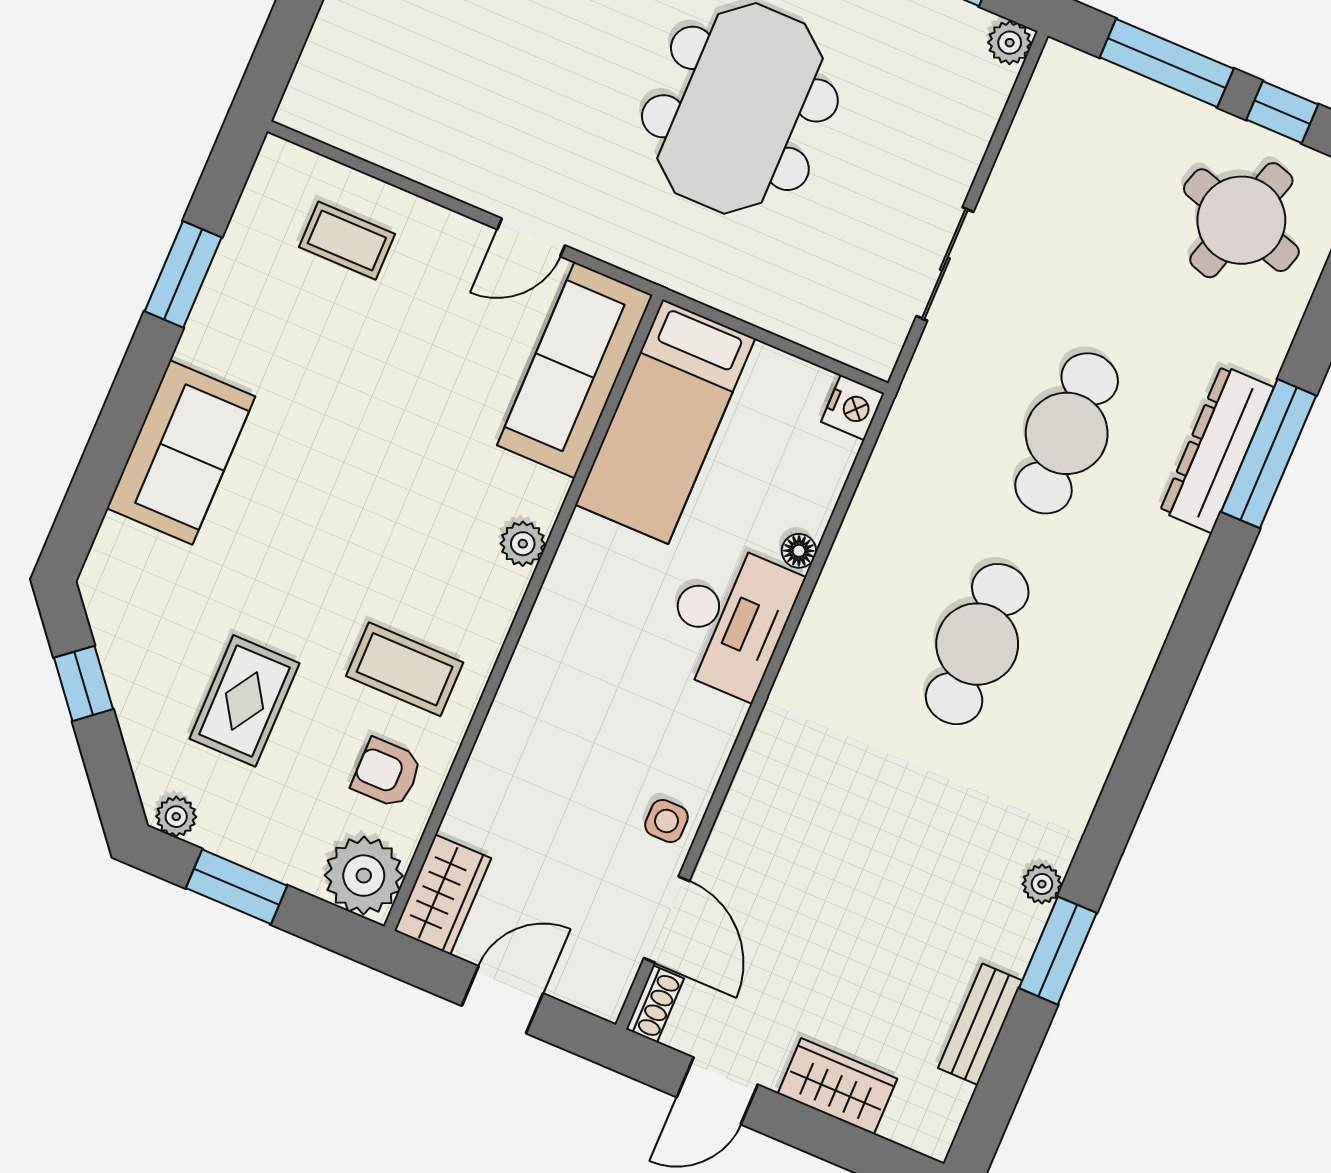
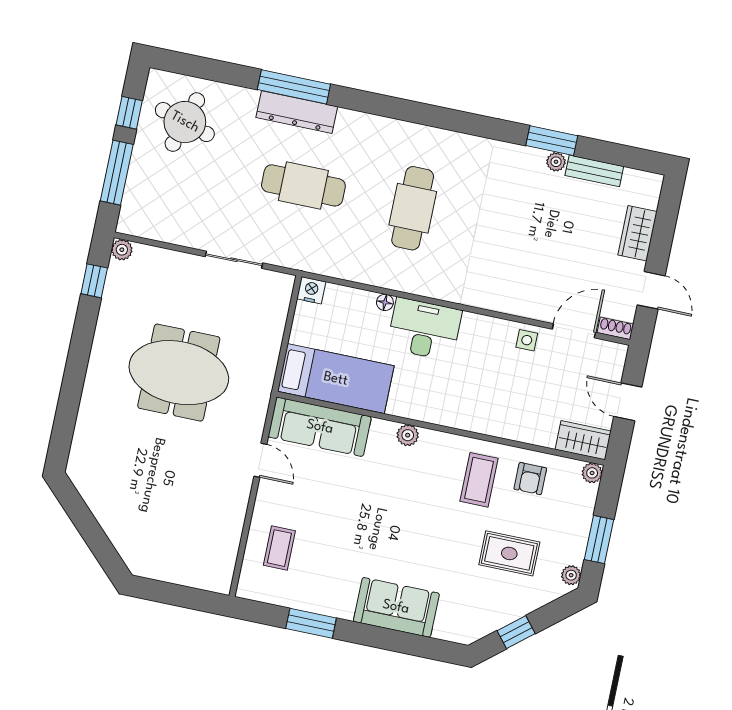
cafe table: (977, 644) -> (413, 208), turned 90
plant: (364, 876) -> (592, 473), width x0.53, depth x0.53
plant: (1042, 884) -> (556, 162), moved

